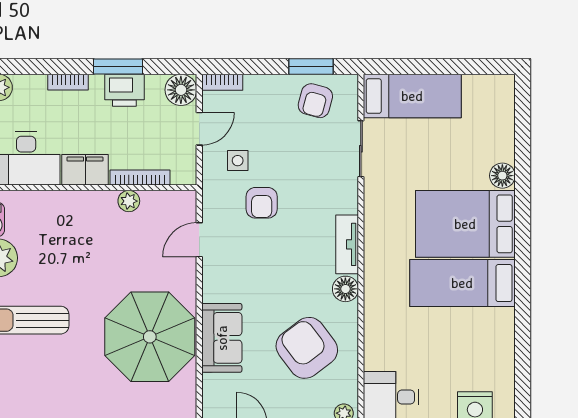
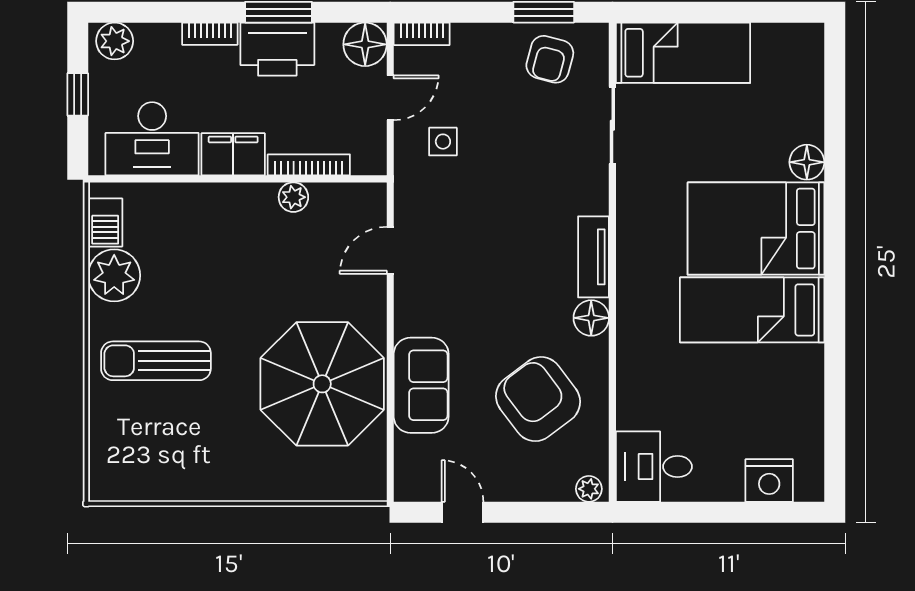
printer: (124, 90) -> (277, 49), width x1.37, depth x1.19
armchair: (262, 203) -> (476, 200), removed

